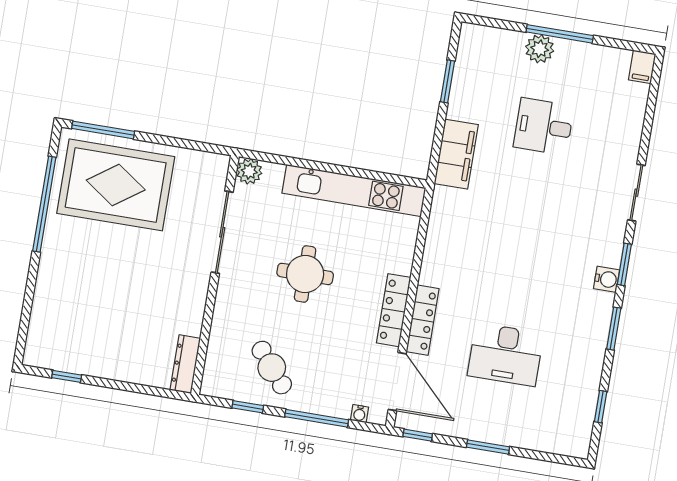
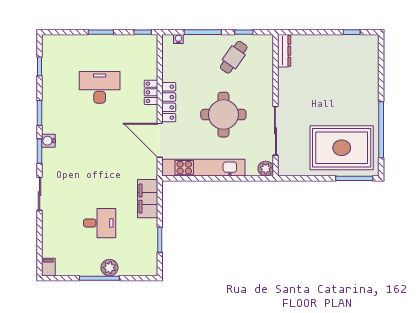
round table: (305, 274) -> (223, 115), width x1.36, depth x1.36
locker: (423, 320) -> (151, 92), width x0.66
cafe table: (272, 368) -> (234, 57), turned 75
door: (397, 382) -> (160, 140), moved

